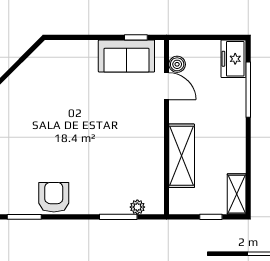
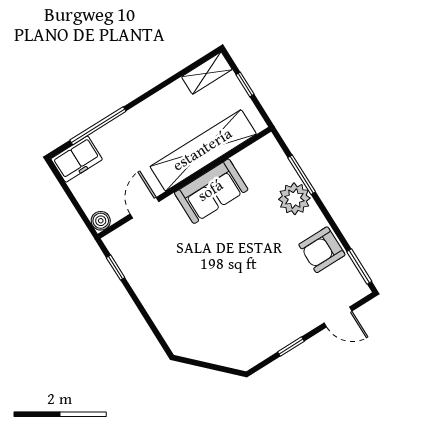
sofa: (126, 56) -> (211, 191), moved, turned 90
boiler: (177, 64) -> (101, 221), moved
shelving: (182, 156) -> (203, 150), width x1.47
plant: (137, 207) -> (294, 199), moved, width x1.87, depth x1.87

